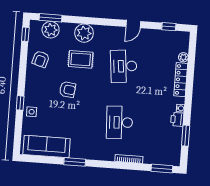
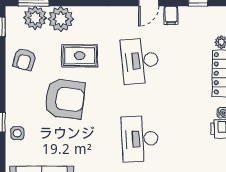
plant: (84, 33) -> (61, 19), moved
filing cabinet: (149, 35) -> (171, 15), added
armchair: (68, 90) -> (65, 99), width x1.88, depth x1.88

